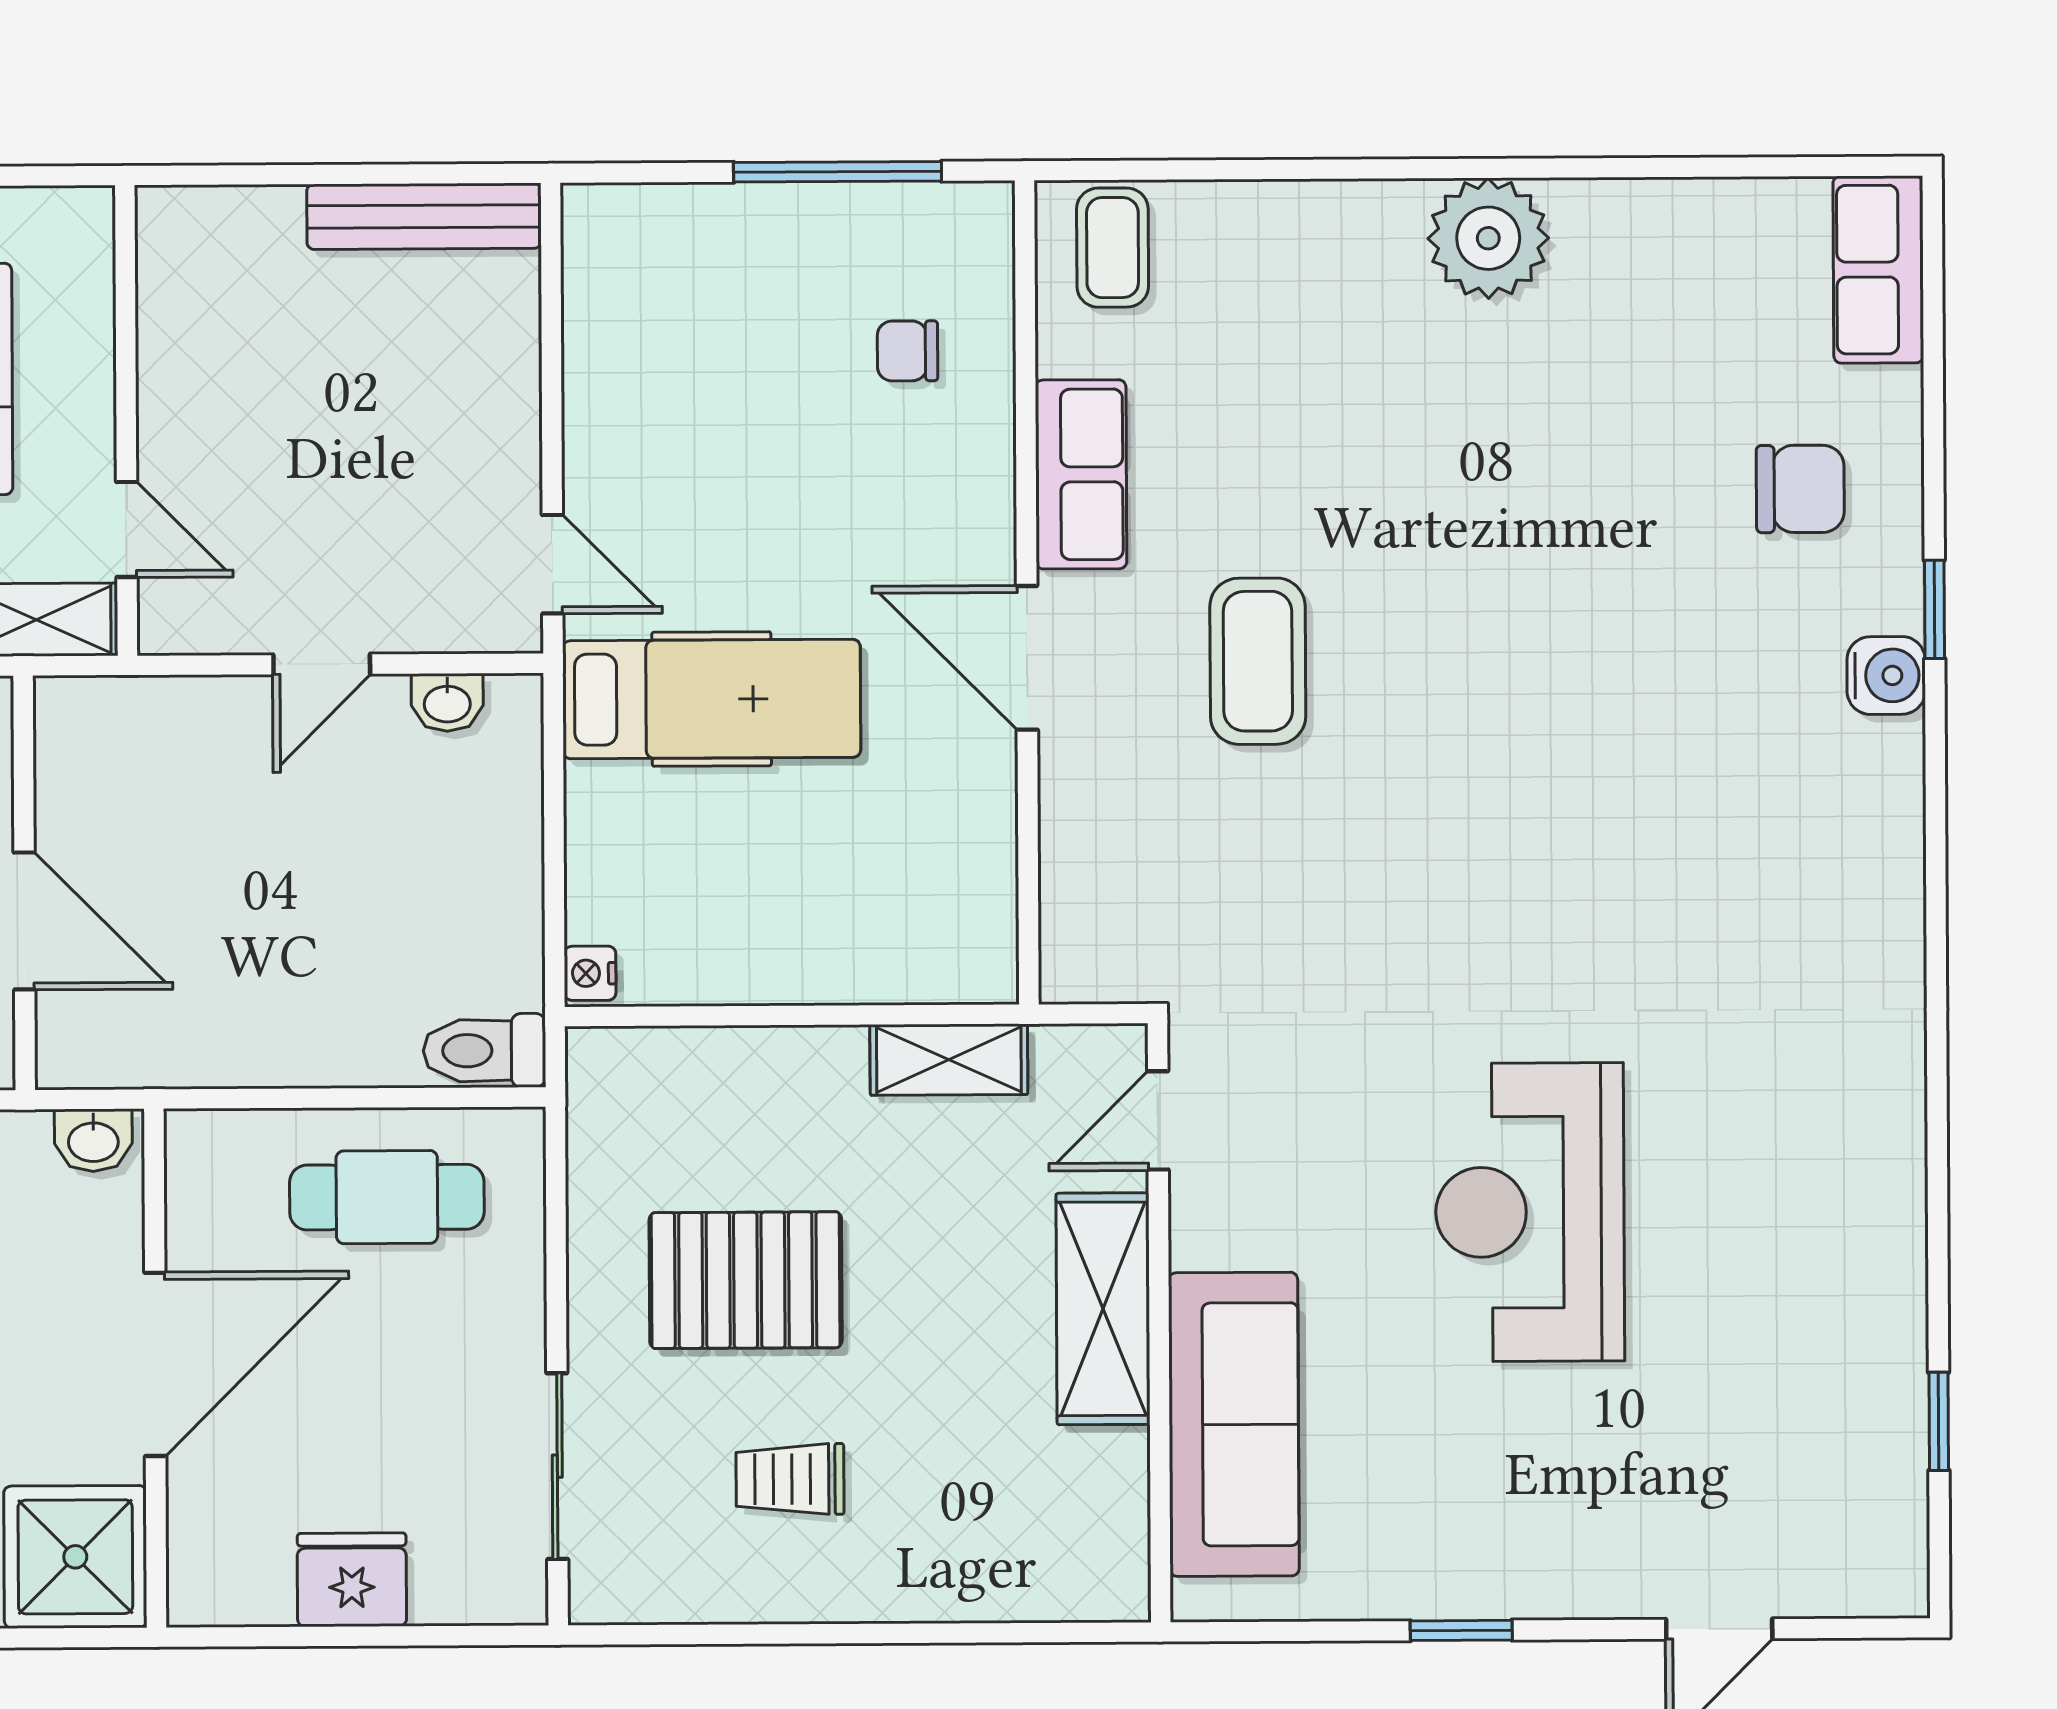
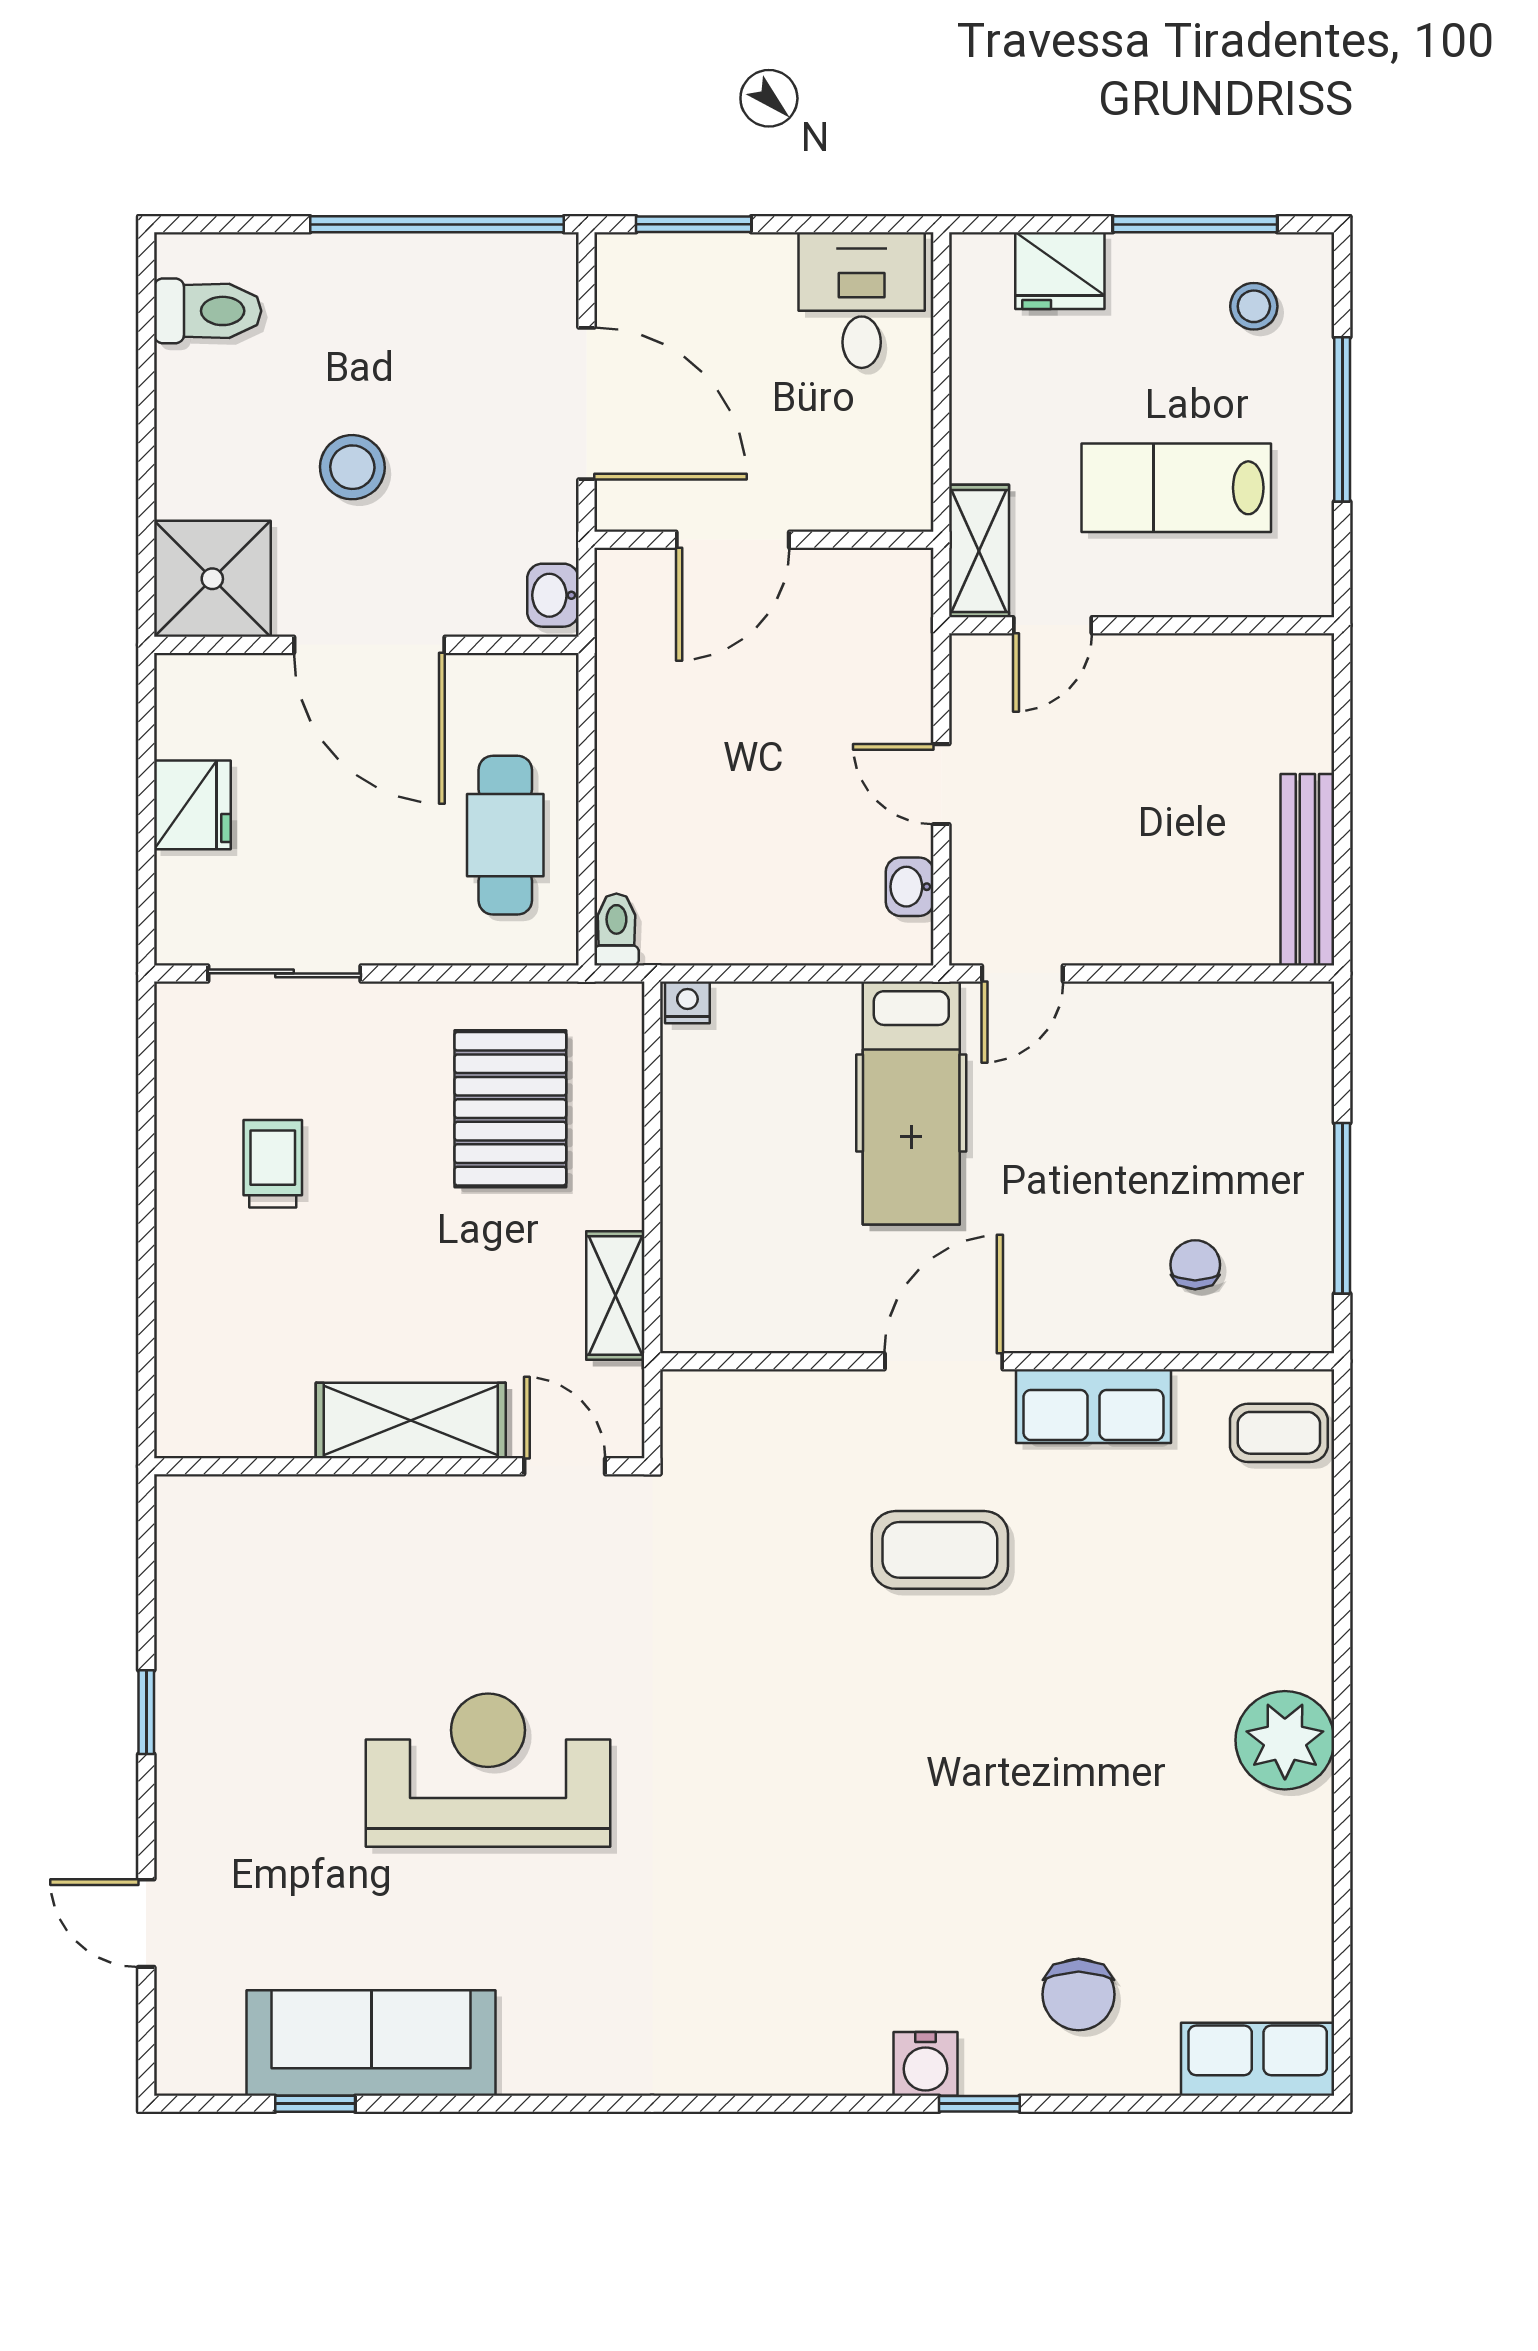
toilet: (484, 1051) -> (616, 930), width x0.73, depth x0.72
pallet: (746, 1280) -> (510, 1109), moved
sofa: (1234, 1424) -> (371, 2043), moved, turned 180

